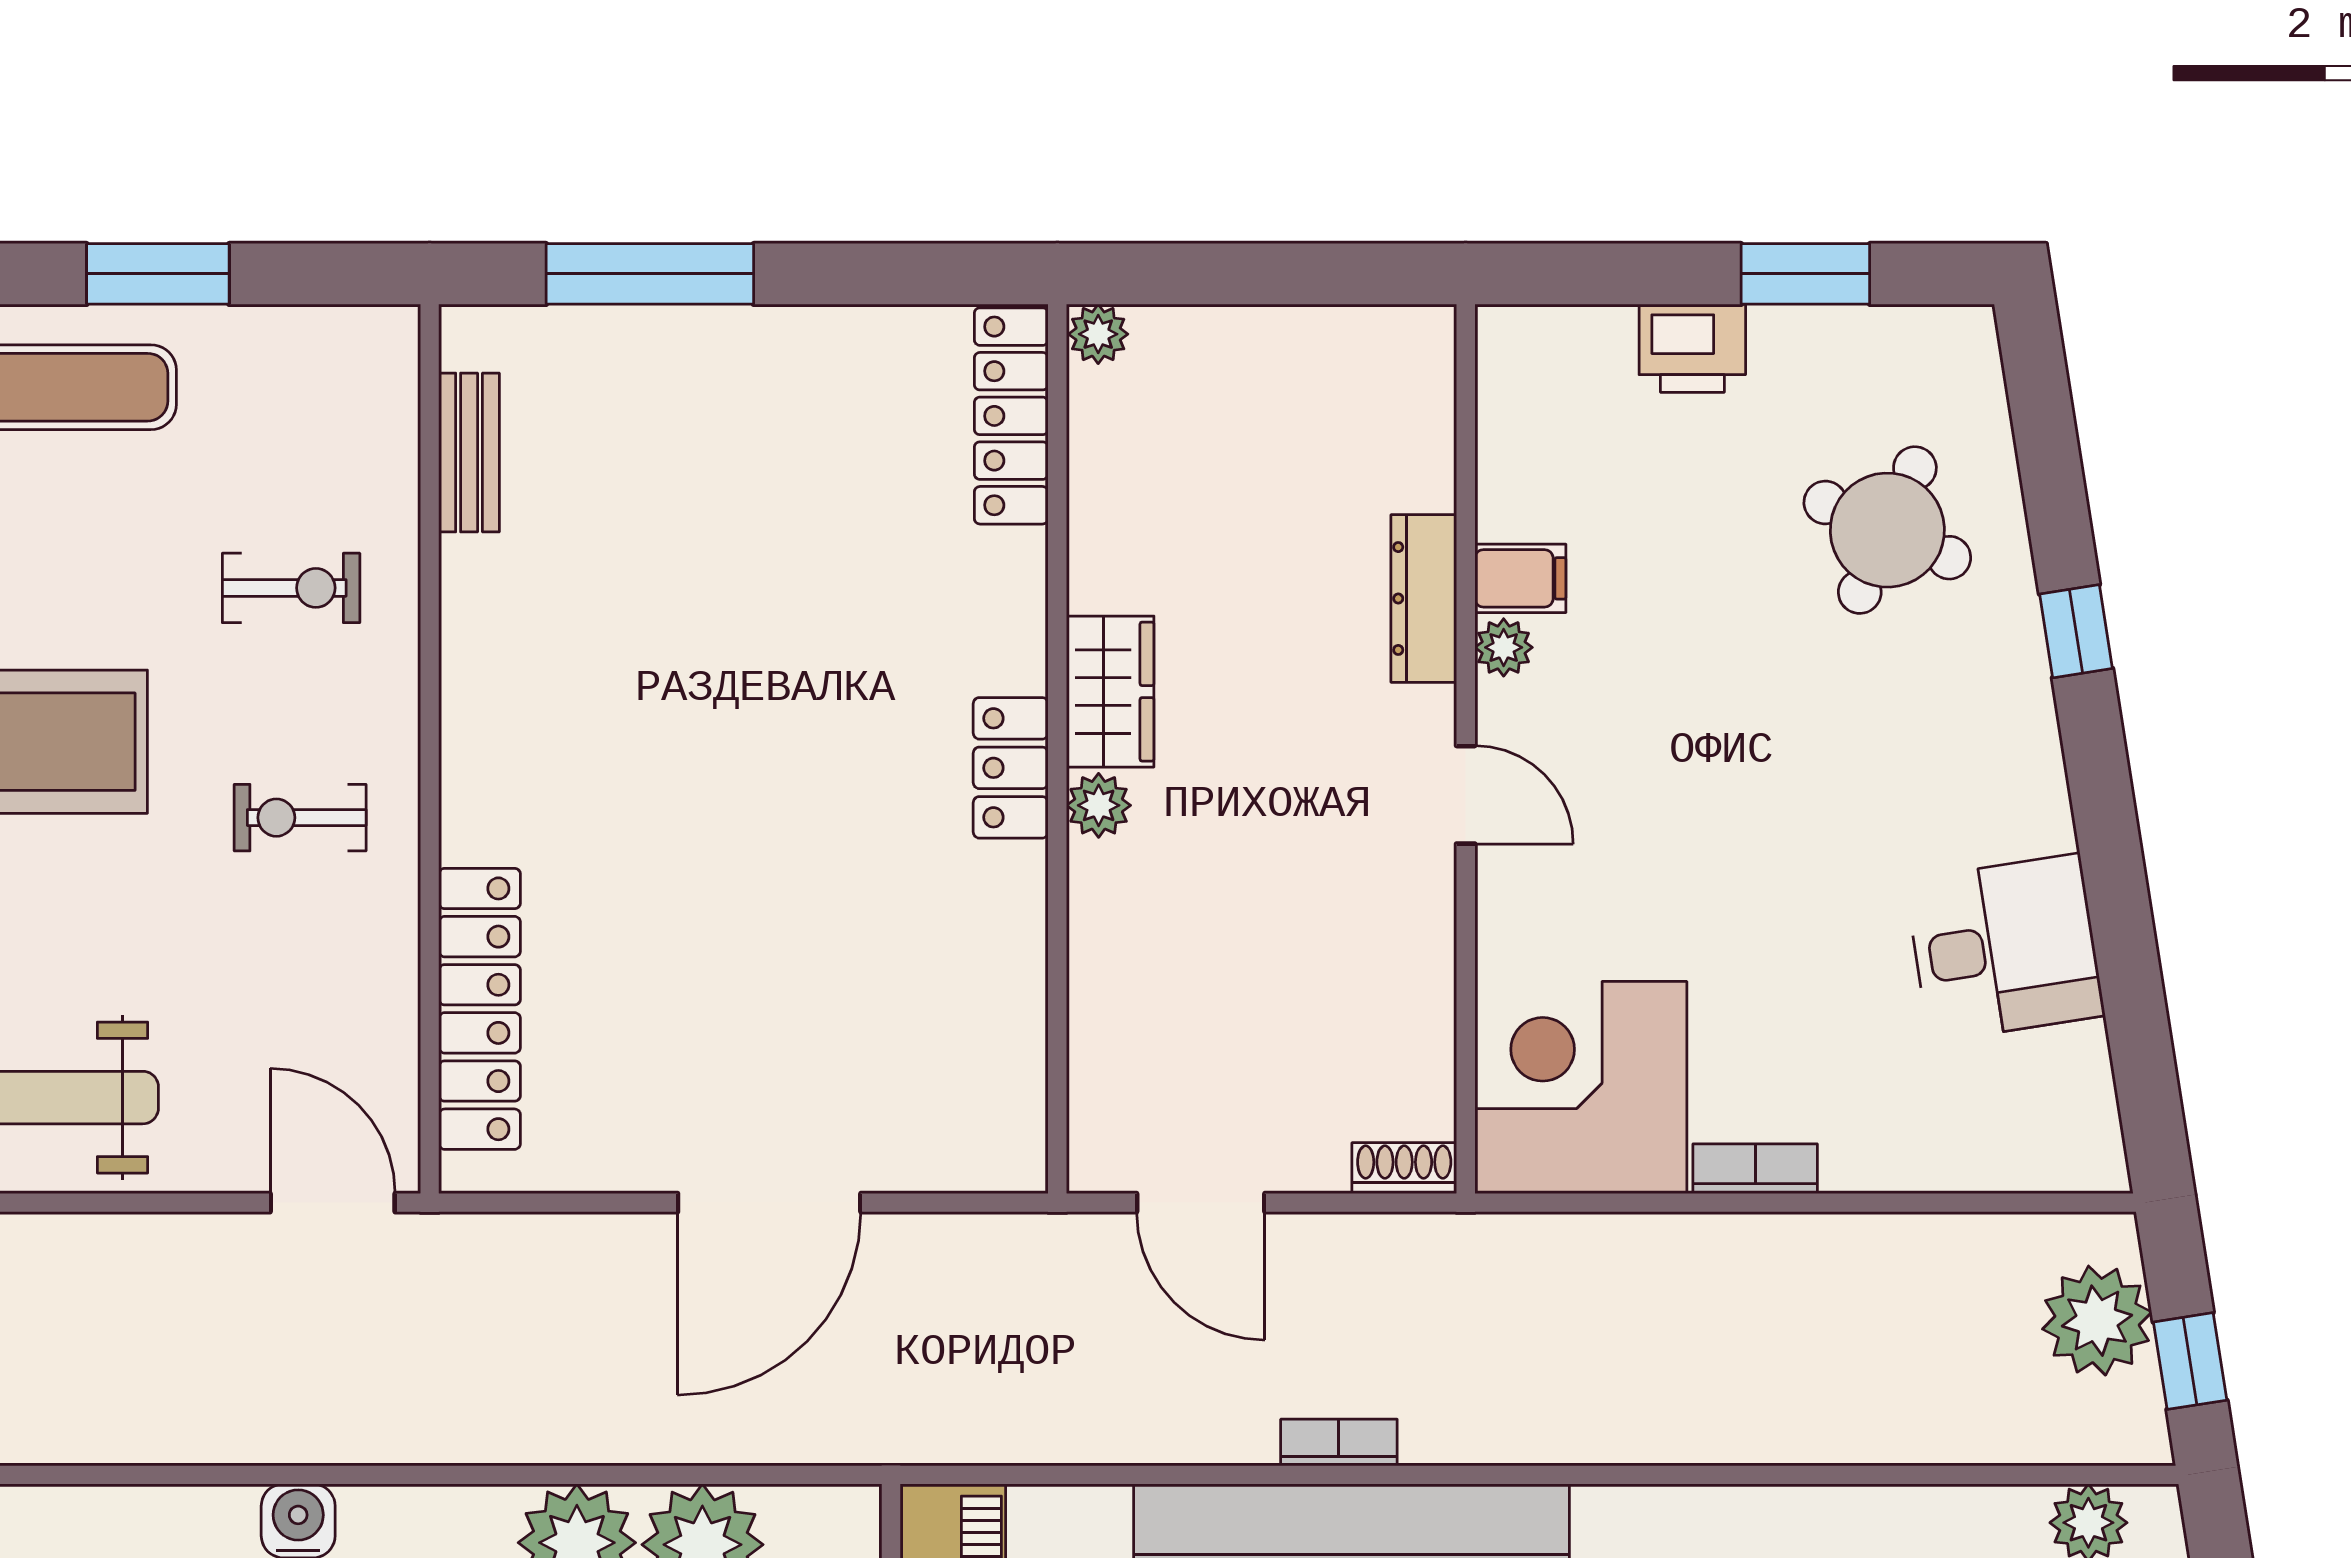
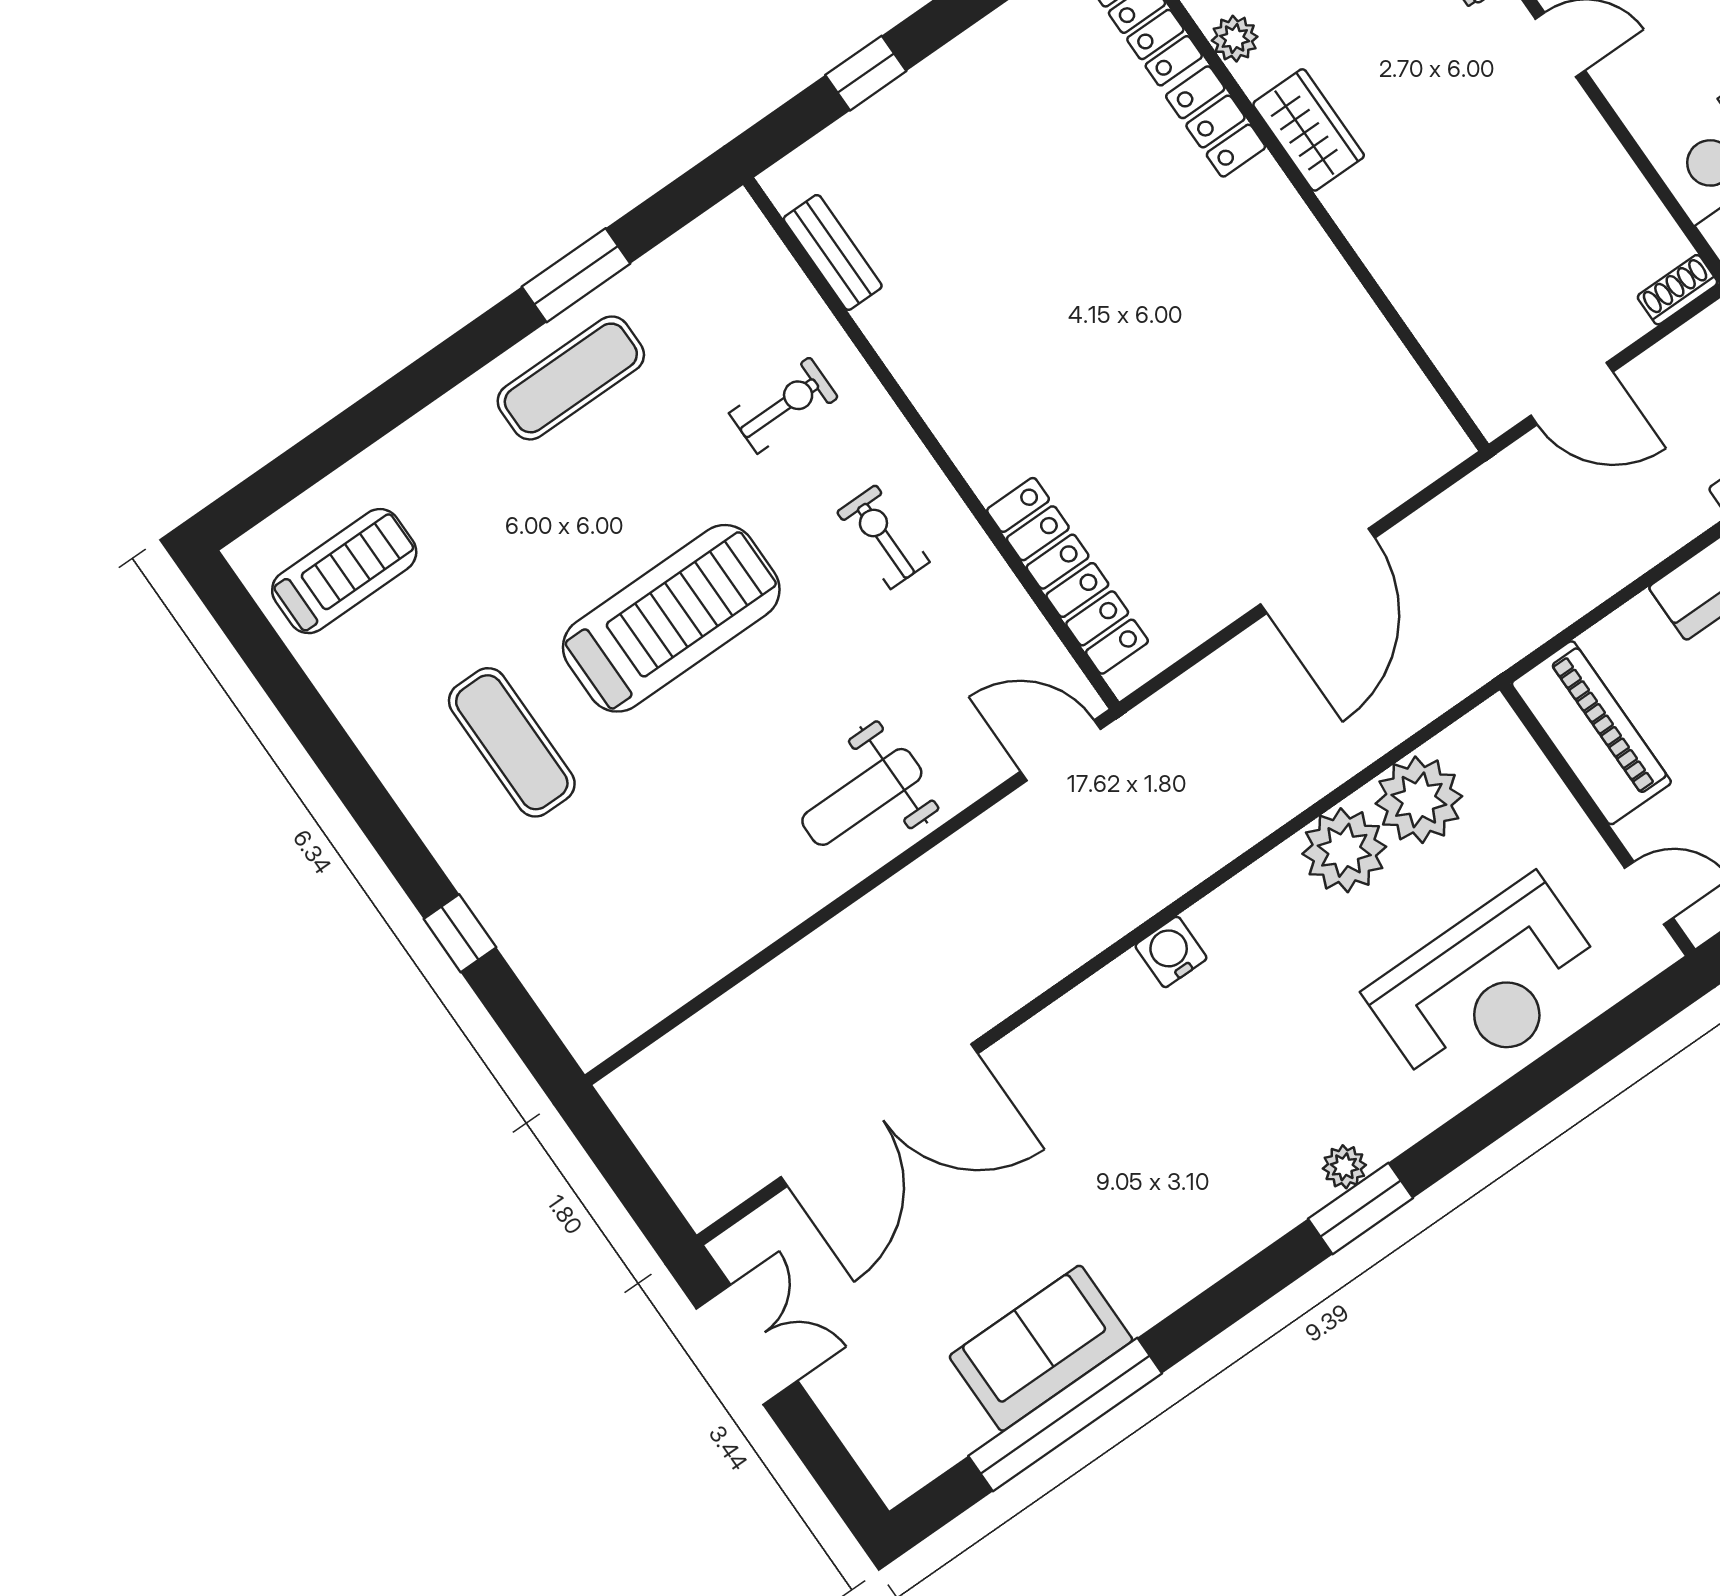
window: (650, 274) -> (866, 73), width x0.46
locker: (1011, 768) -> (1216, 121), moved
plant: (1099, 805) -> (1235, 39), moved
exercise bike: (300, 818) -> (883, 537), turned 90

